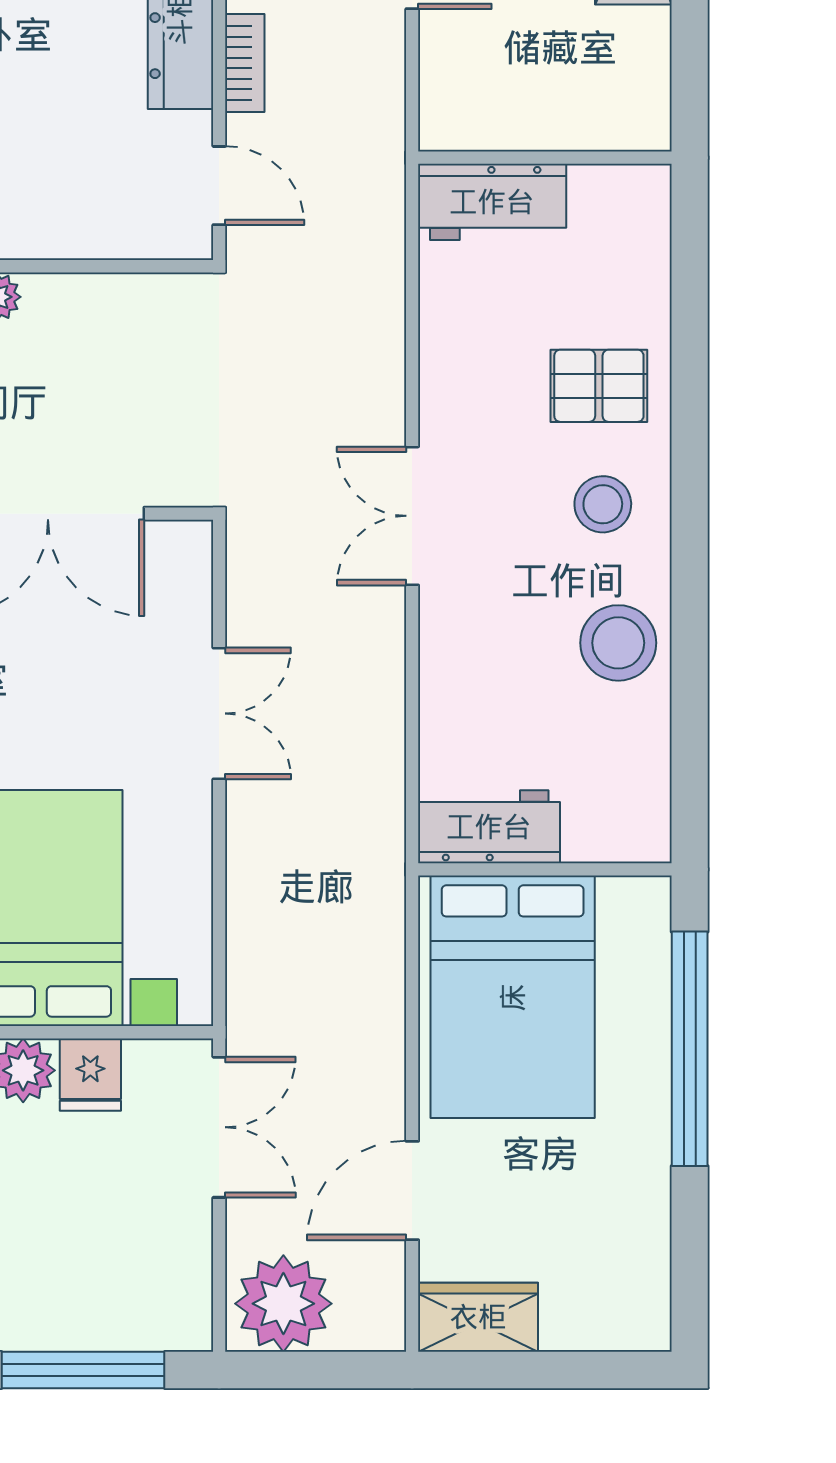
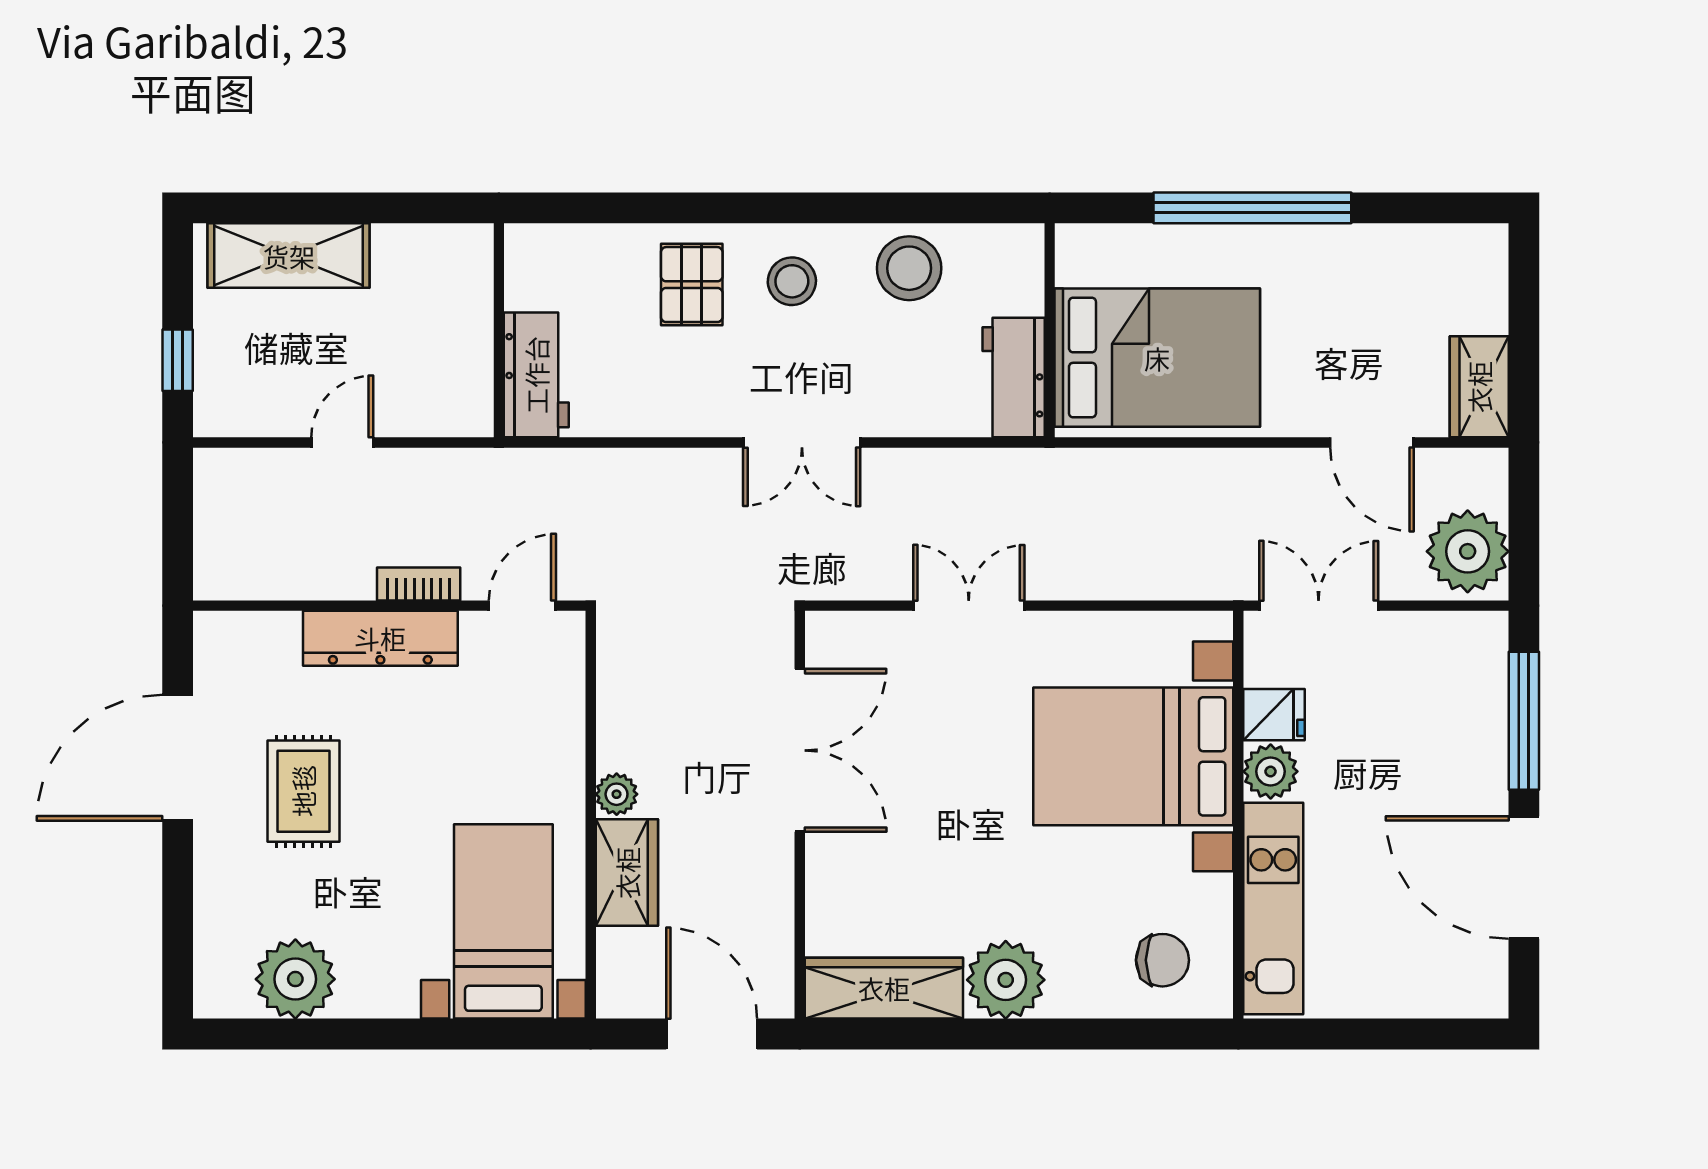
workbench: (489, 827) -> (1014, 377), moved
wall: (545, 869) -> (1050, 330), moved
bed: (513, 997) -> (1157, 358), moved

